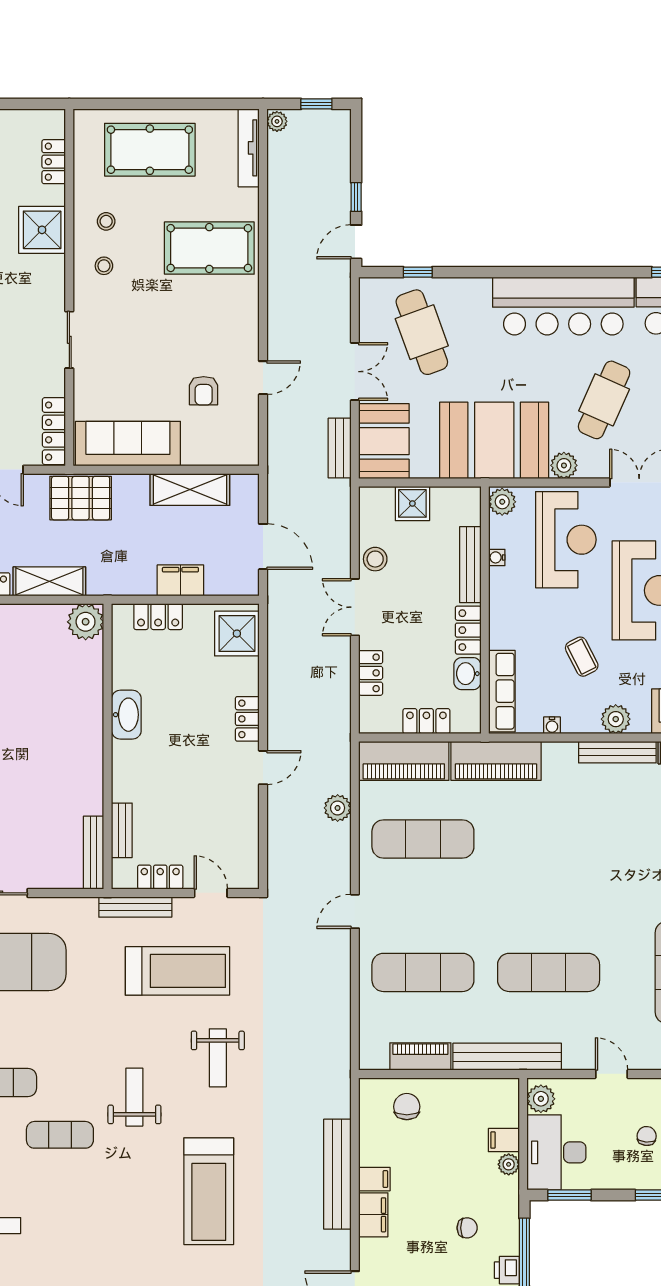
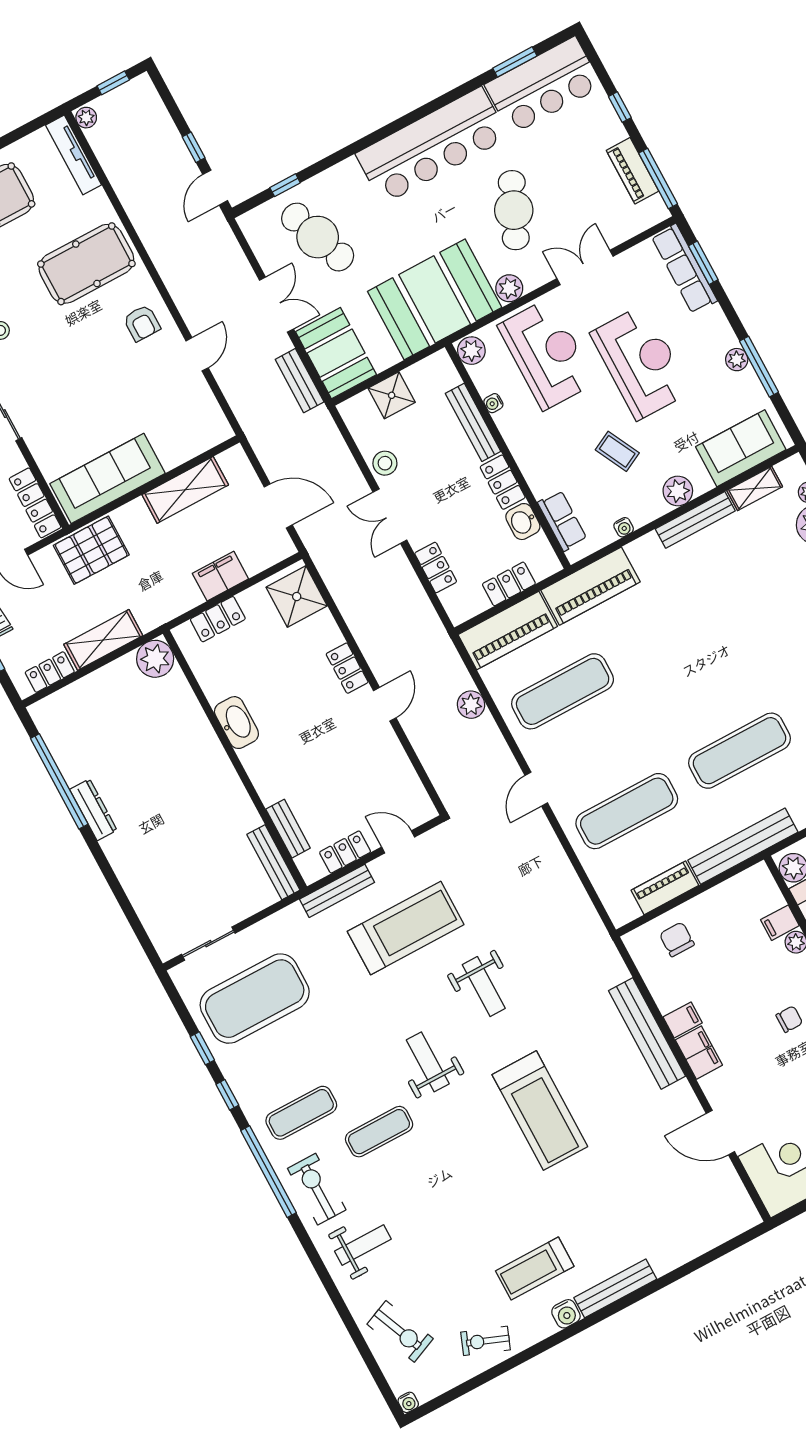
armchair: (204, 391) -> (142, 323), moved
row of seats: (502, 691) -> (562, 521), width x0.68

